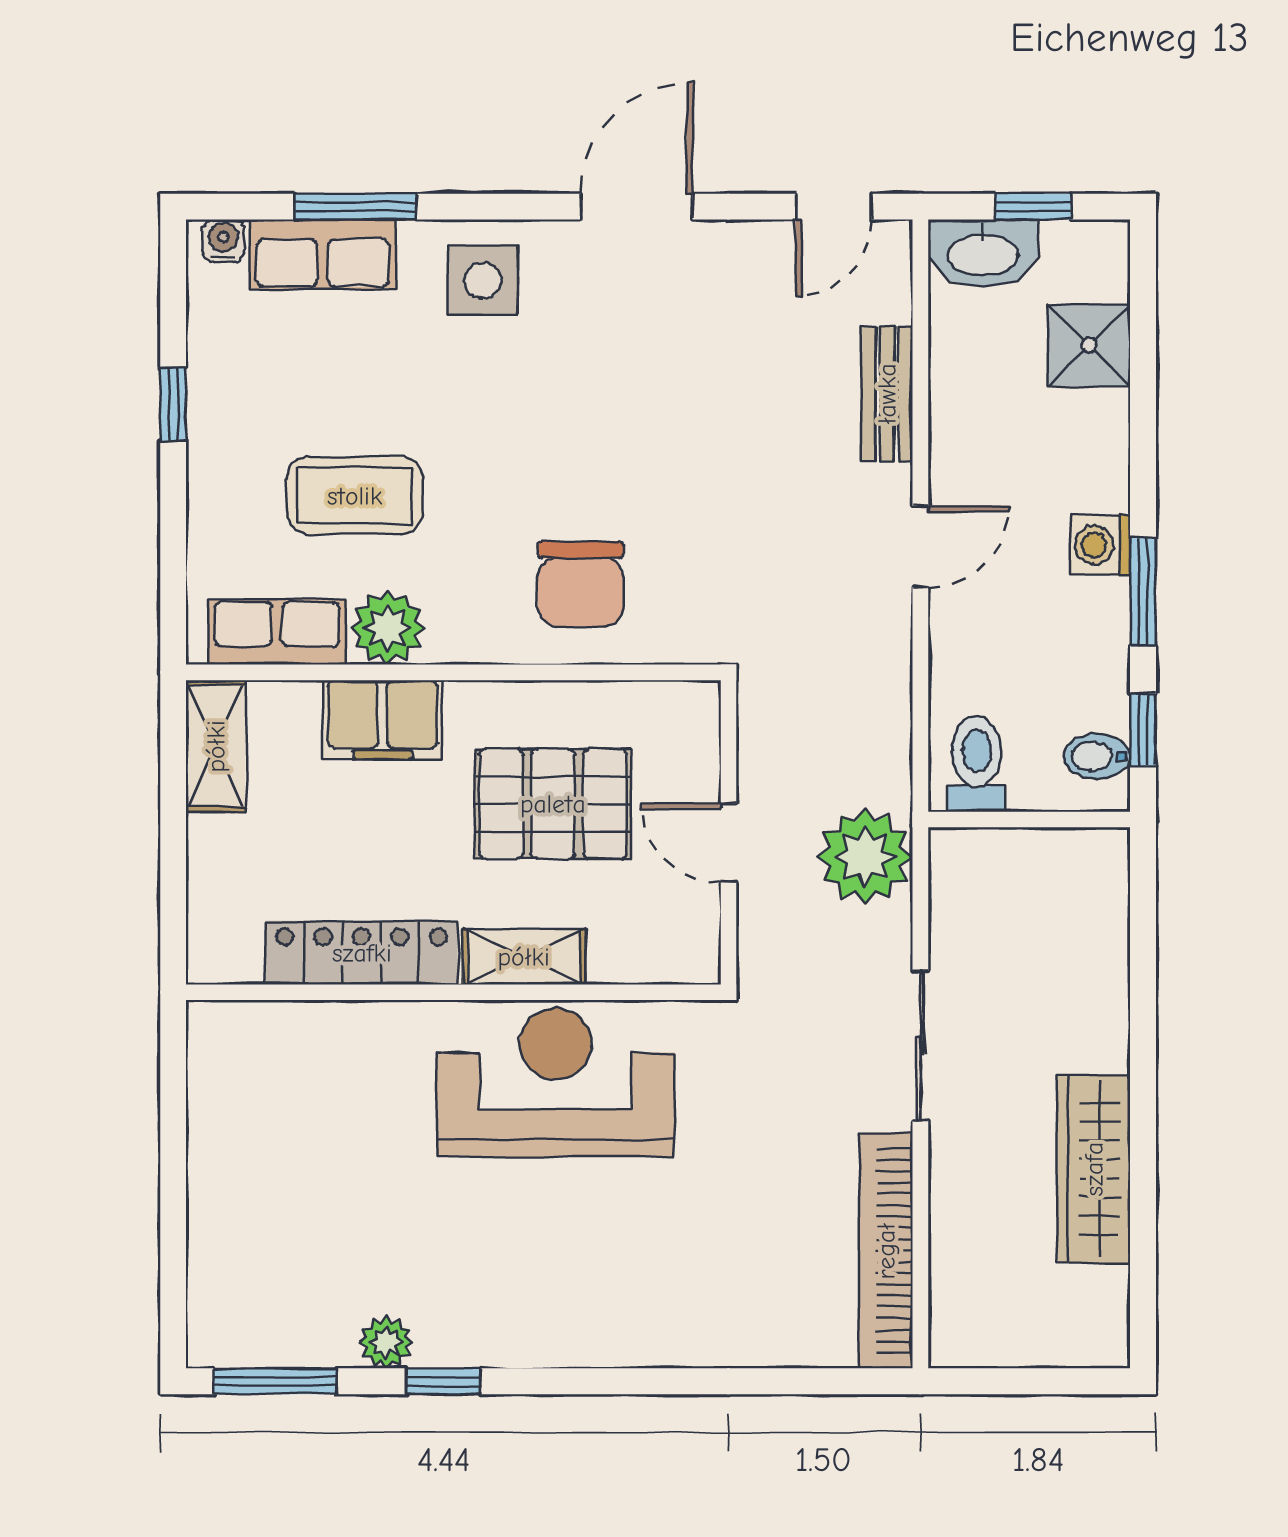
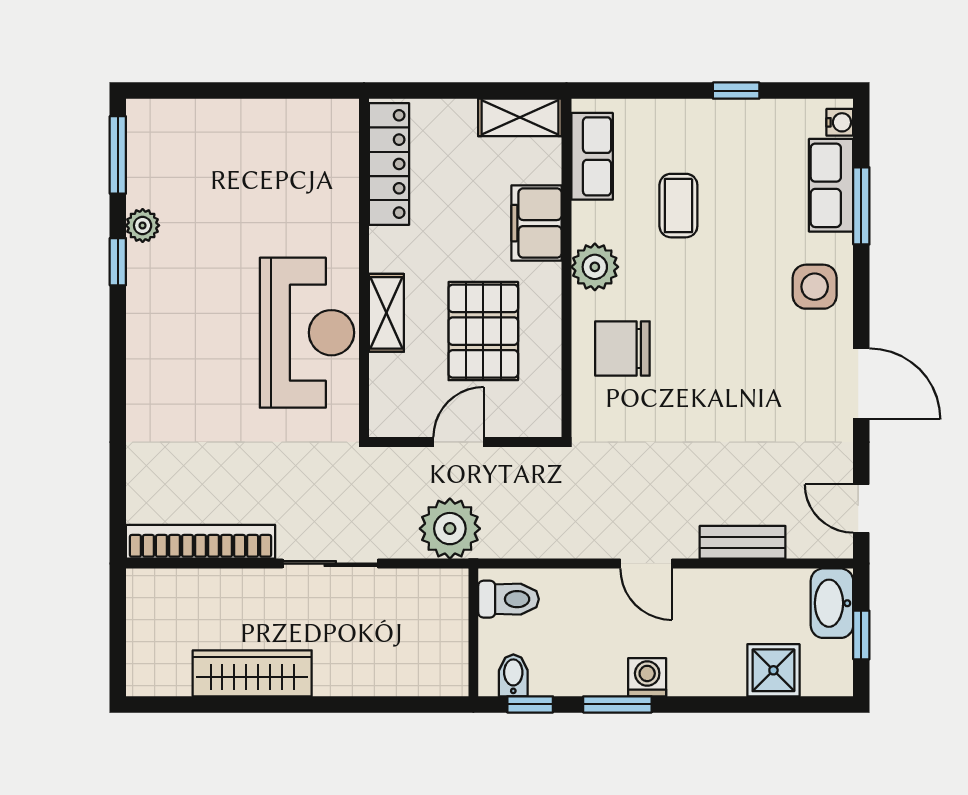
coffee table: (355, 496) -> (678, 206), width x0.73, depth x0.77
plant: (388, 628) -> (595, 267), moved
locker: (362, 953) -> (389, 164), moved

